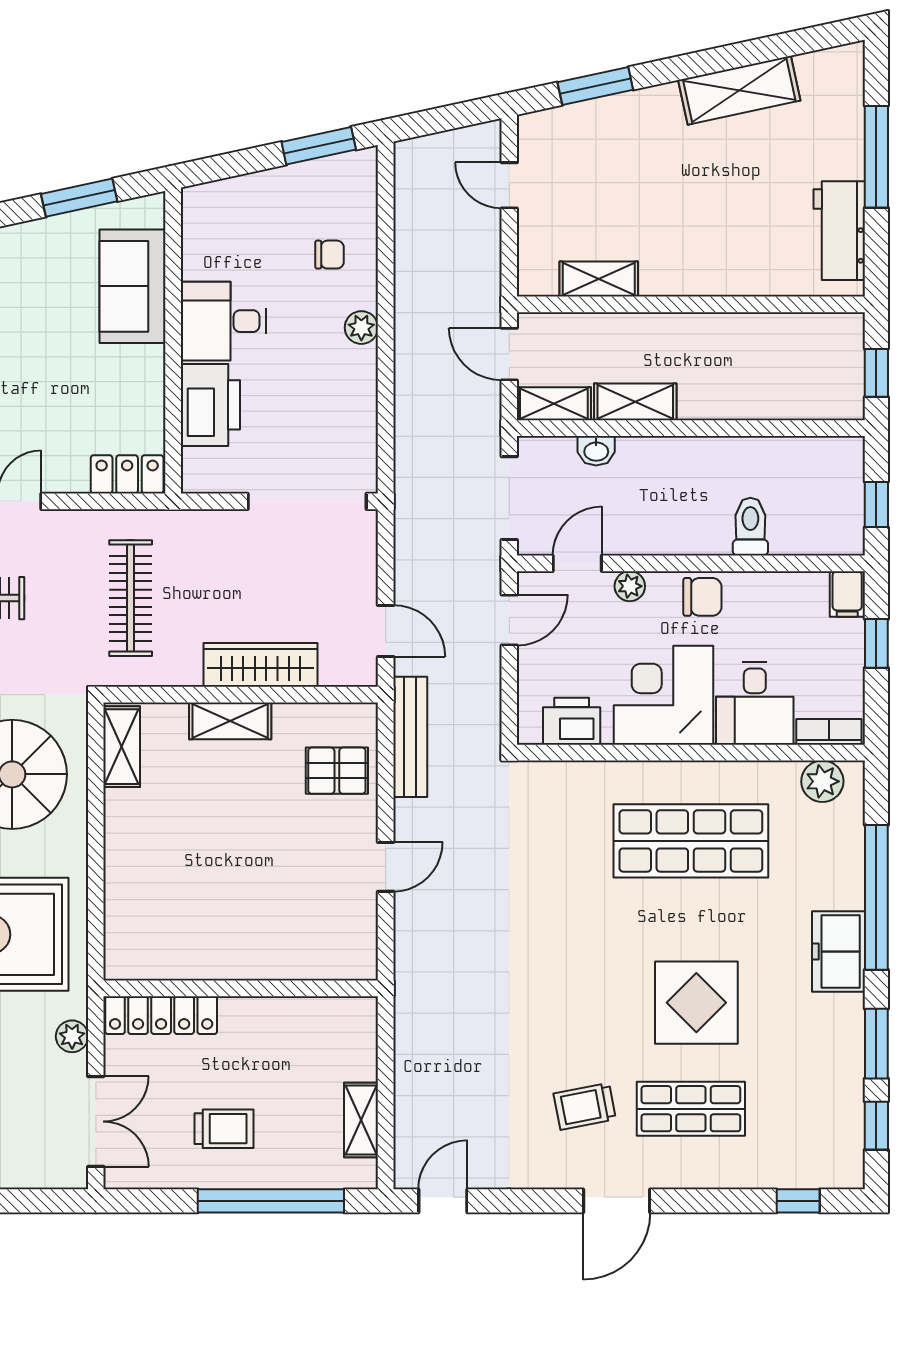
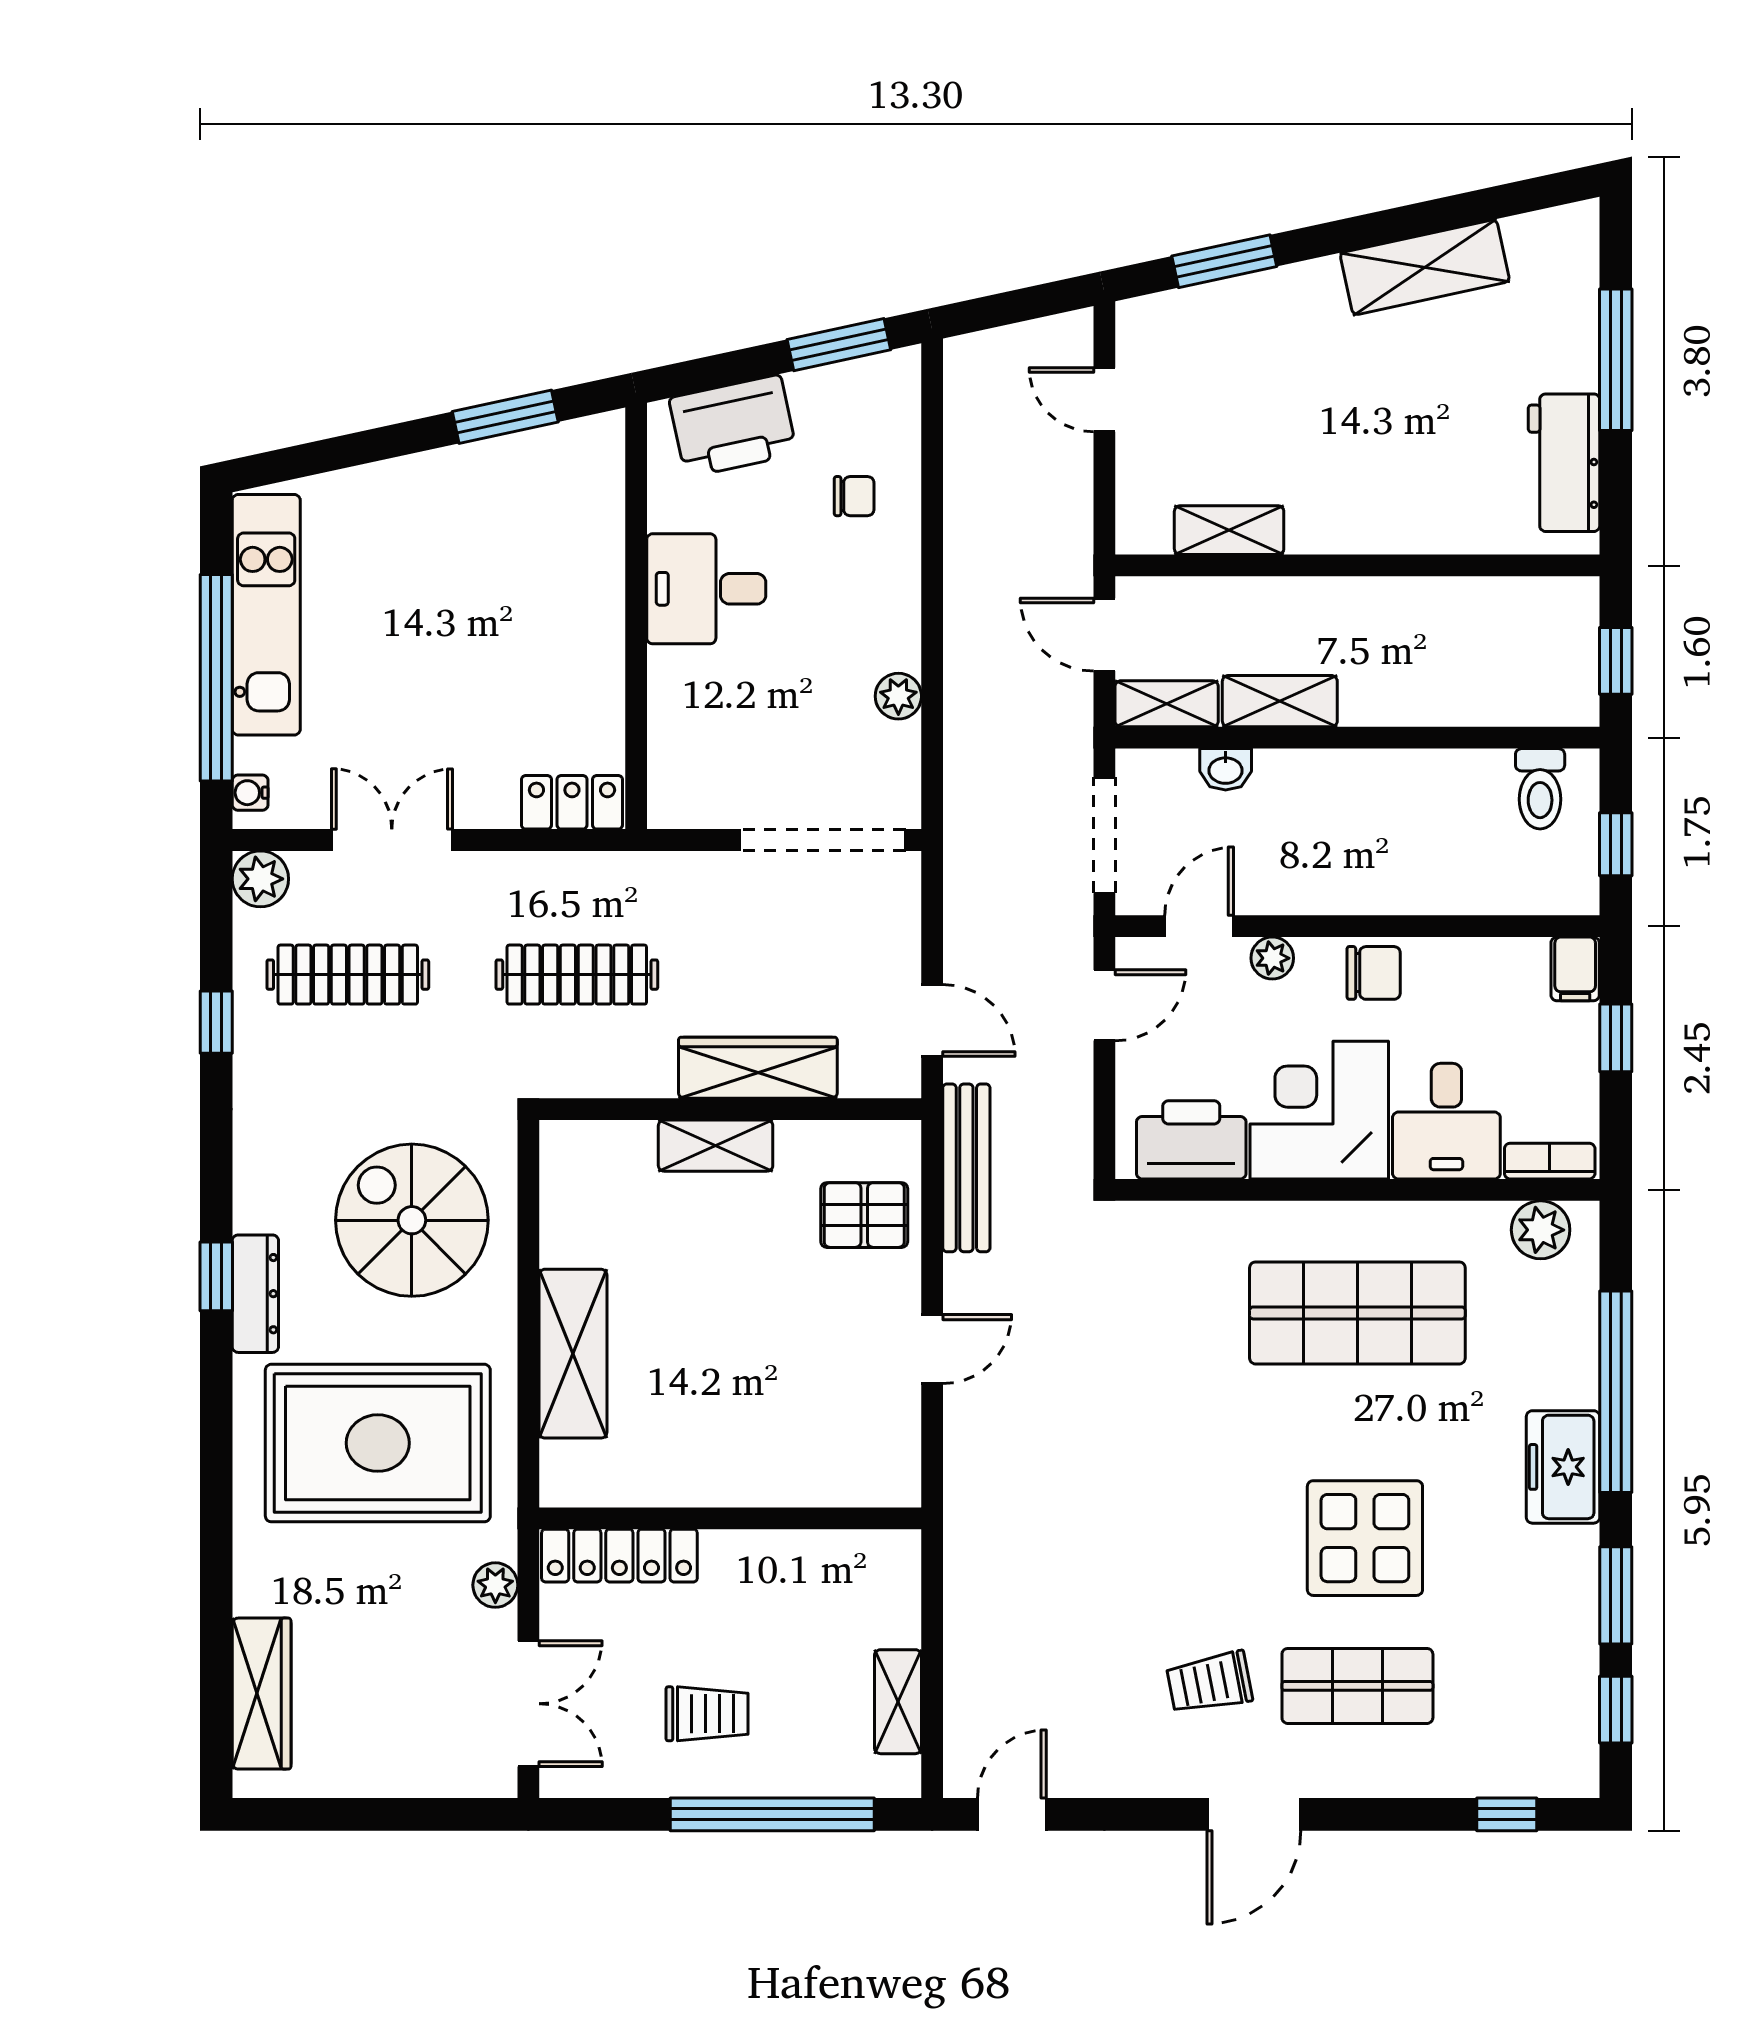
sofa: (132, 286) -> (579, 540), removed
plant: (361, 328) -> (898, 696), moved
printer: (210, 405) -> (733, 426), moved, turned 78
toilet: (750, 527) -> (1540, 789), moved, turned 180
clothes rail: (131, 598) -> (577, 975), turned 90
printer: (572, 721) -> (1191, 1140), width x1.37, depth x1.19
shelving: (122, 747) -> (573, 1354), moved, width x1.50, depth x1.33

